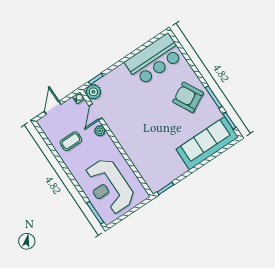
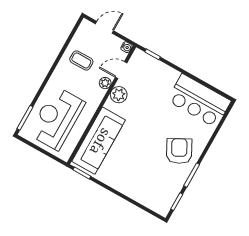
plant: (93, 92) -> (119, 95), moved
sofa: (207, 143) -> (99, 141), moved, turned 90

